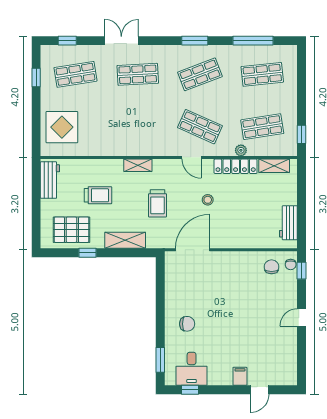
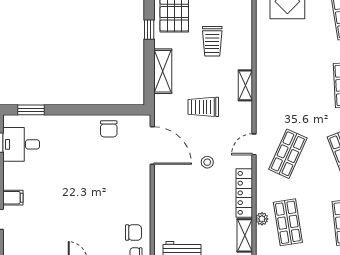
plant: (241, 150) -> (262, 219), moved
chair: (187, 324) -> (109, 129), moved

